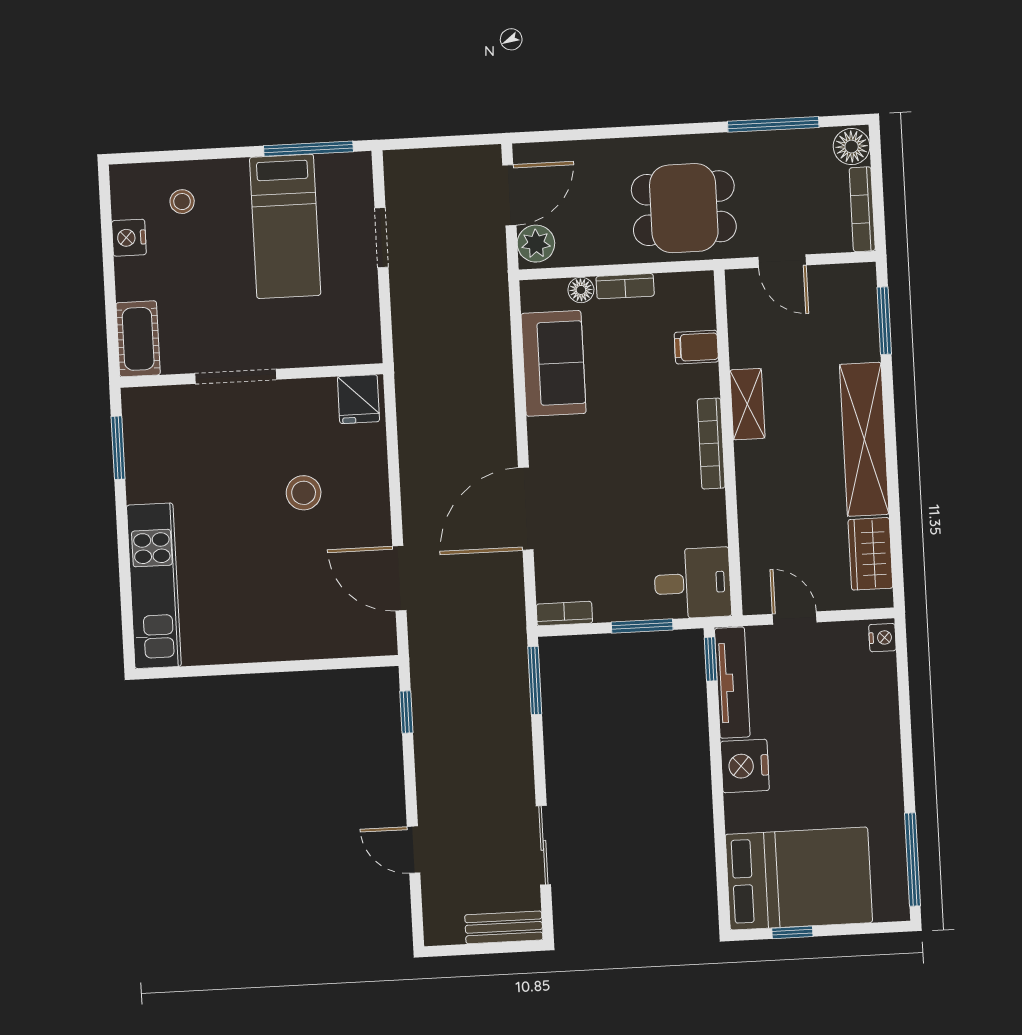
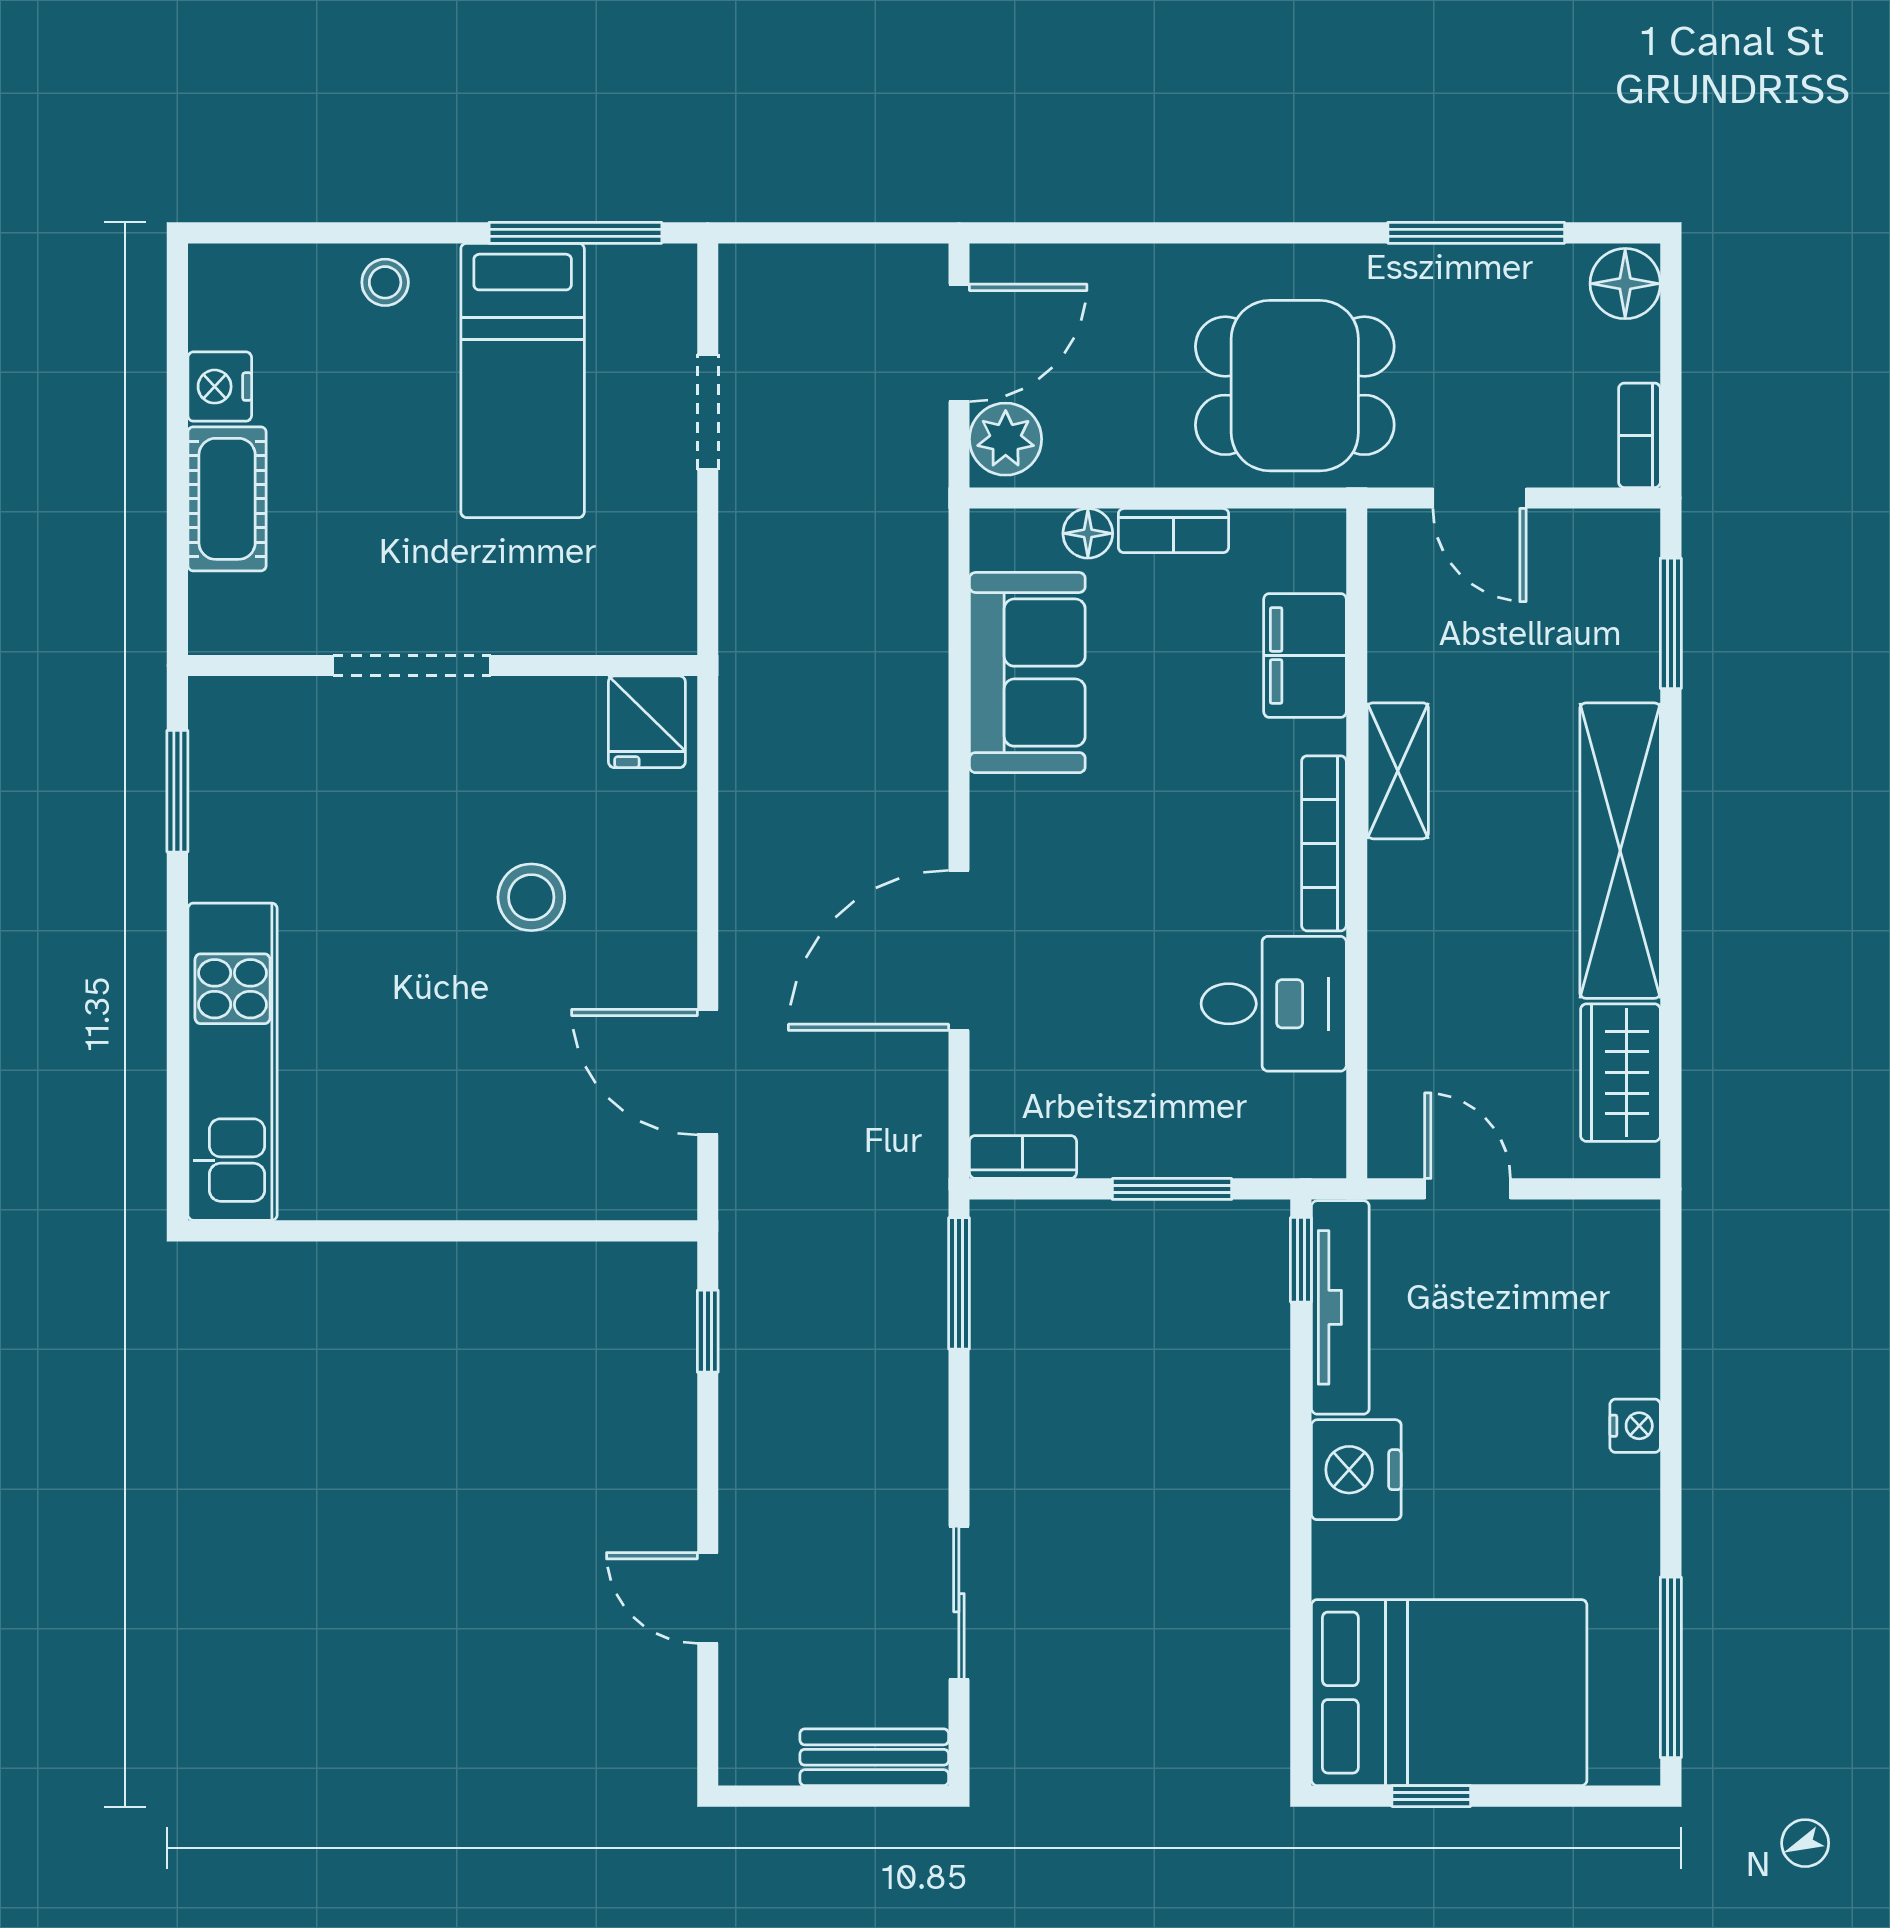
stool: (182, 202) -> (385, 282), moved
bookcase: (862, 209) -> (1639, 435), width x0.64
cot: (138, 339) -> (227, 499), moved
filing cabinet: (696, 347) -> (1305, 655), width x2.00
desk: (693, 583) -> (1274, 1004), moved
nightstand: (882, 638) -> (1635, 1426), moved

